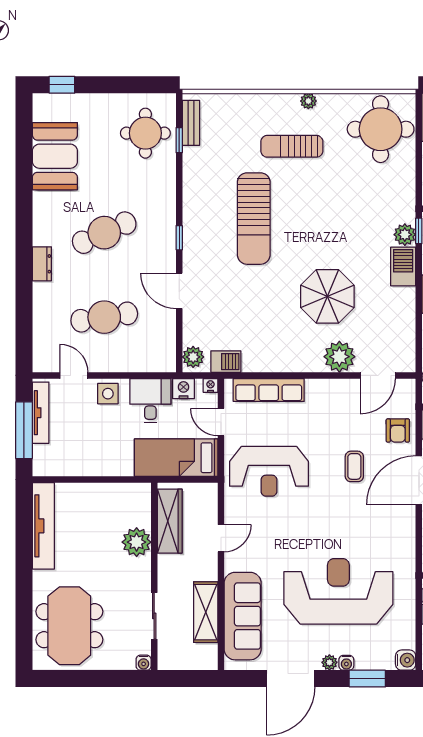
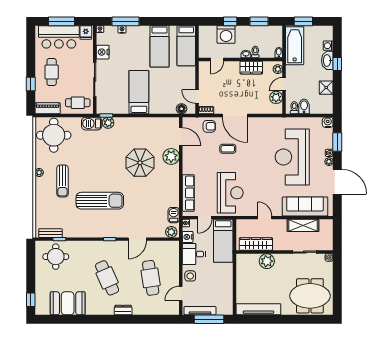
barbecue: (403, 266) -> (92, 124), moved

